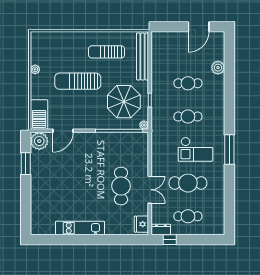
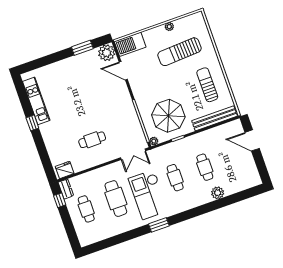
door: (199, 27) -> (252, 140), moved
plant: (218, 68) -> (218, 193), moved
sun lounger: (78, 81) -> (180, 52), moved, turned -93
checkout: (195, 149) -> (148, 195), width x1.36, depth x1.21
window: (229, 149) -> (159, 225), width x0.69
cafe table: (121, 186) -> (92, 140), width x0.73, depth x0.74
double door: (150, 190) -> (133, 154), moved
kitchen unit: (80, 228) -> (36, 101), moved
window: (83, 240) -> (32, 123), added

